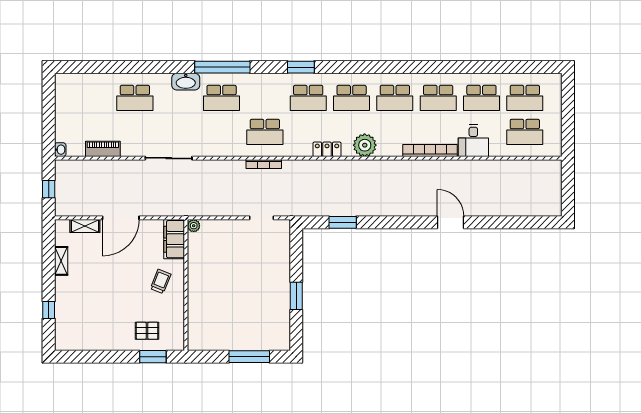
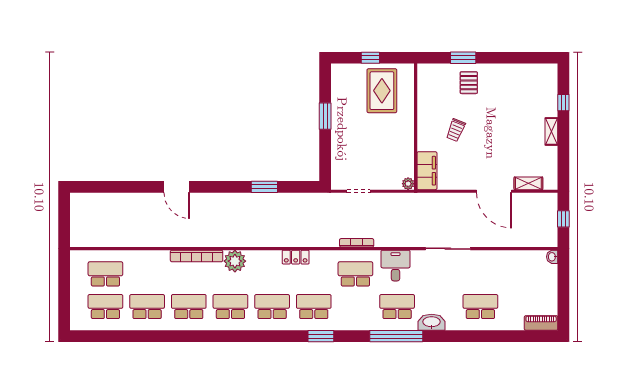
desk: (473, 141) -> (396, 266), moved
plant: (365, 145) -> (235, 261), moved
piano: (103, 149) -> (541, 323), moved, turned 180
door: (121, 218) -> (494, 191), swing flipped
window: (343, 222) -> (264, 187), moved
plant: (194, 226) -> (408, 184), moved
filing cabinet: (174, 239) -> (427, 171), moved
shelving: (61, 261) -> (551, 131), moved
wall: (186, 285) -> (416, 127), moved
rug: (237, 322) -> (382, 91), added
pallet: (147, 331) -> (469, 83), turned 90
window: (249, 357) -> (370, 58), width x0.46

